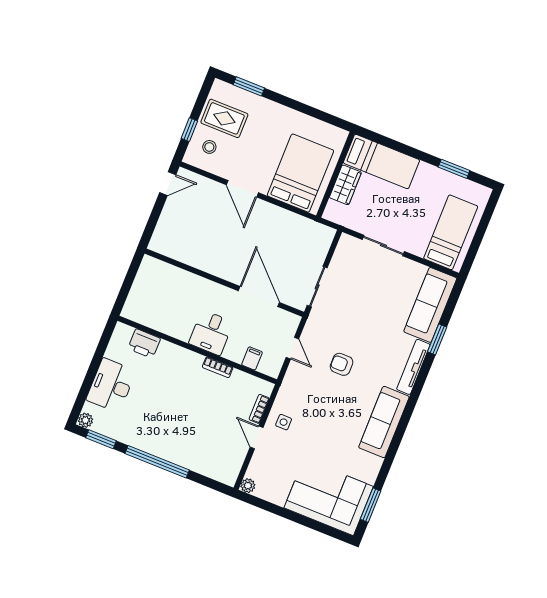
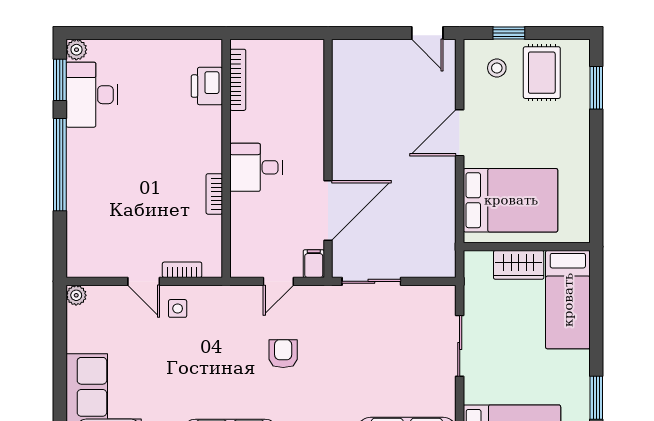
bookcase: (148, 321) -> (238, 80), added
filing cabinet: (252, 358) -> (314, 264), moved, turned -90
desk: (111, 385) -> (92, 95), moved, turned -90
door: (257, 437) -> (144, 281), swing flipped

